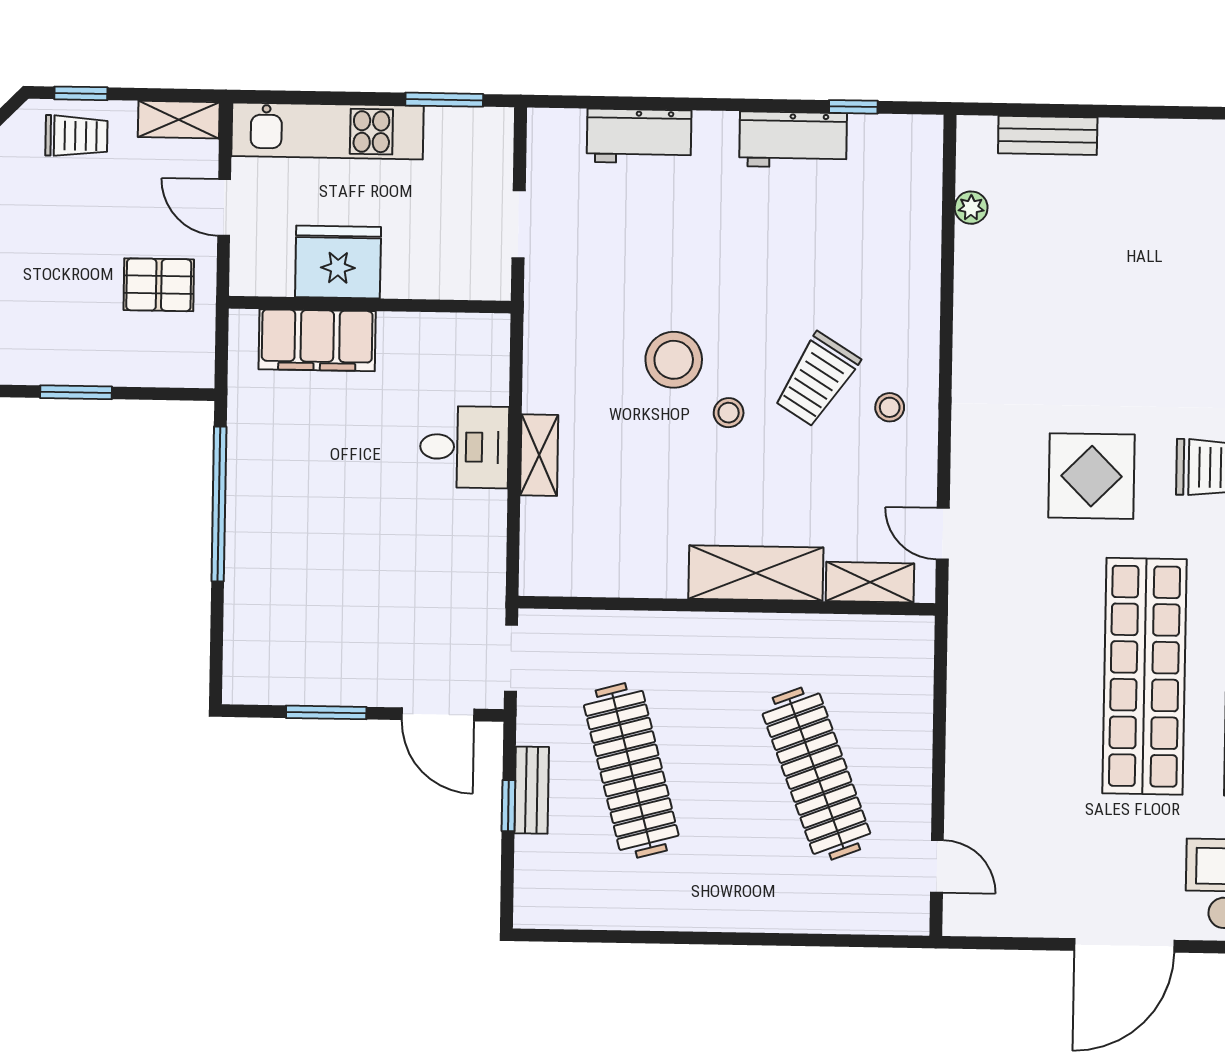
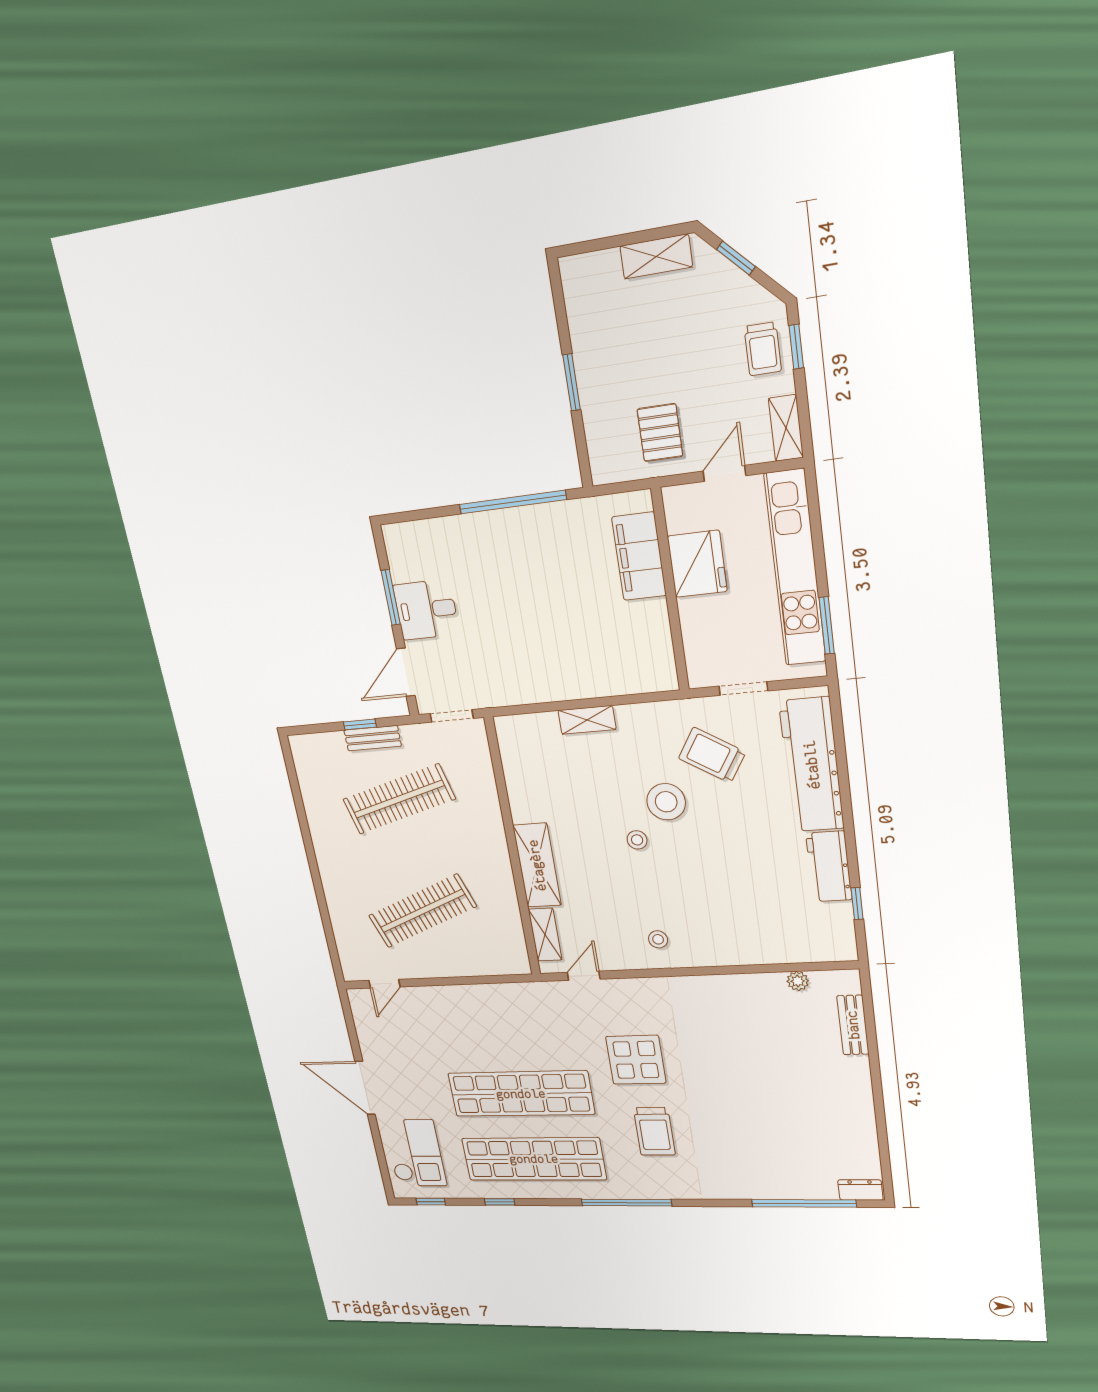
kitchen unit: (327, 131) -> (795, 569), width x1.36
workbench: (639, 136) -> (812, 765), width x1.88, depth x1.32
trolley: (817, 380) -> (712, 755), moved
desk: (464, 447) -> (426, 610), moved, turned 90

